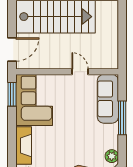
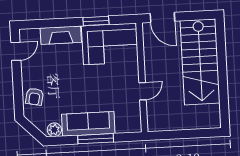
window: (12, 94) -> (96, 21), moved
sofa: (108, 99) -> (88, 124), moved

